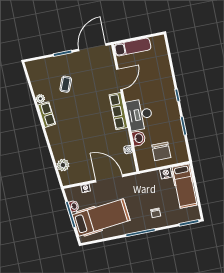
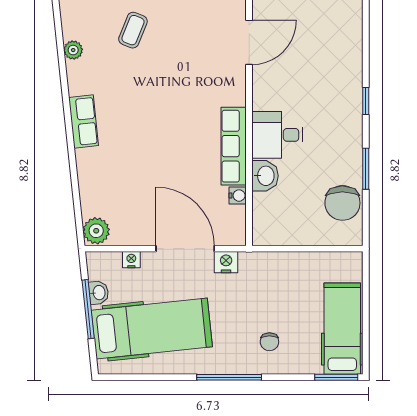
row of seats: (118, 111) -> (234, 146), moved
row of seats: (47, 115) -> (84, 122), moved
desk: (140, 115) -> (277, 135), width x0.73
chair: (161, 151) -> (342, 203), moved
plant: (63, 165) -> (96, 231), moved
nightstand: (166, 173) -> (226, 262), moved
hospital bed: (185, 186) -> (342, 329), moved, turned 180

